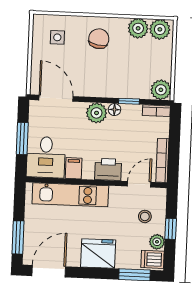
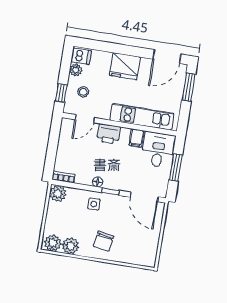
side table: (57, 37) -> (94, 204), moved
window: (129, 101) -> (110, 191), moved
plant: (96, 113) -> (113, 181), removed
bookcase: (162, 160) -> (63, 136), removed
window: (171, 229) -> (61, 93), moved
window: (134, 275) -> (97, 45), removed

